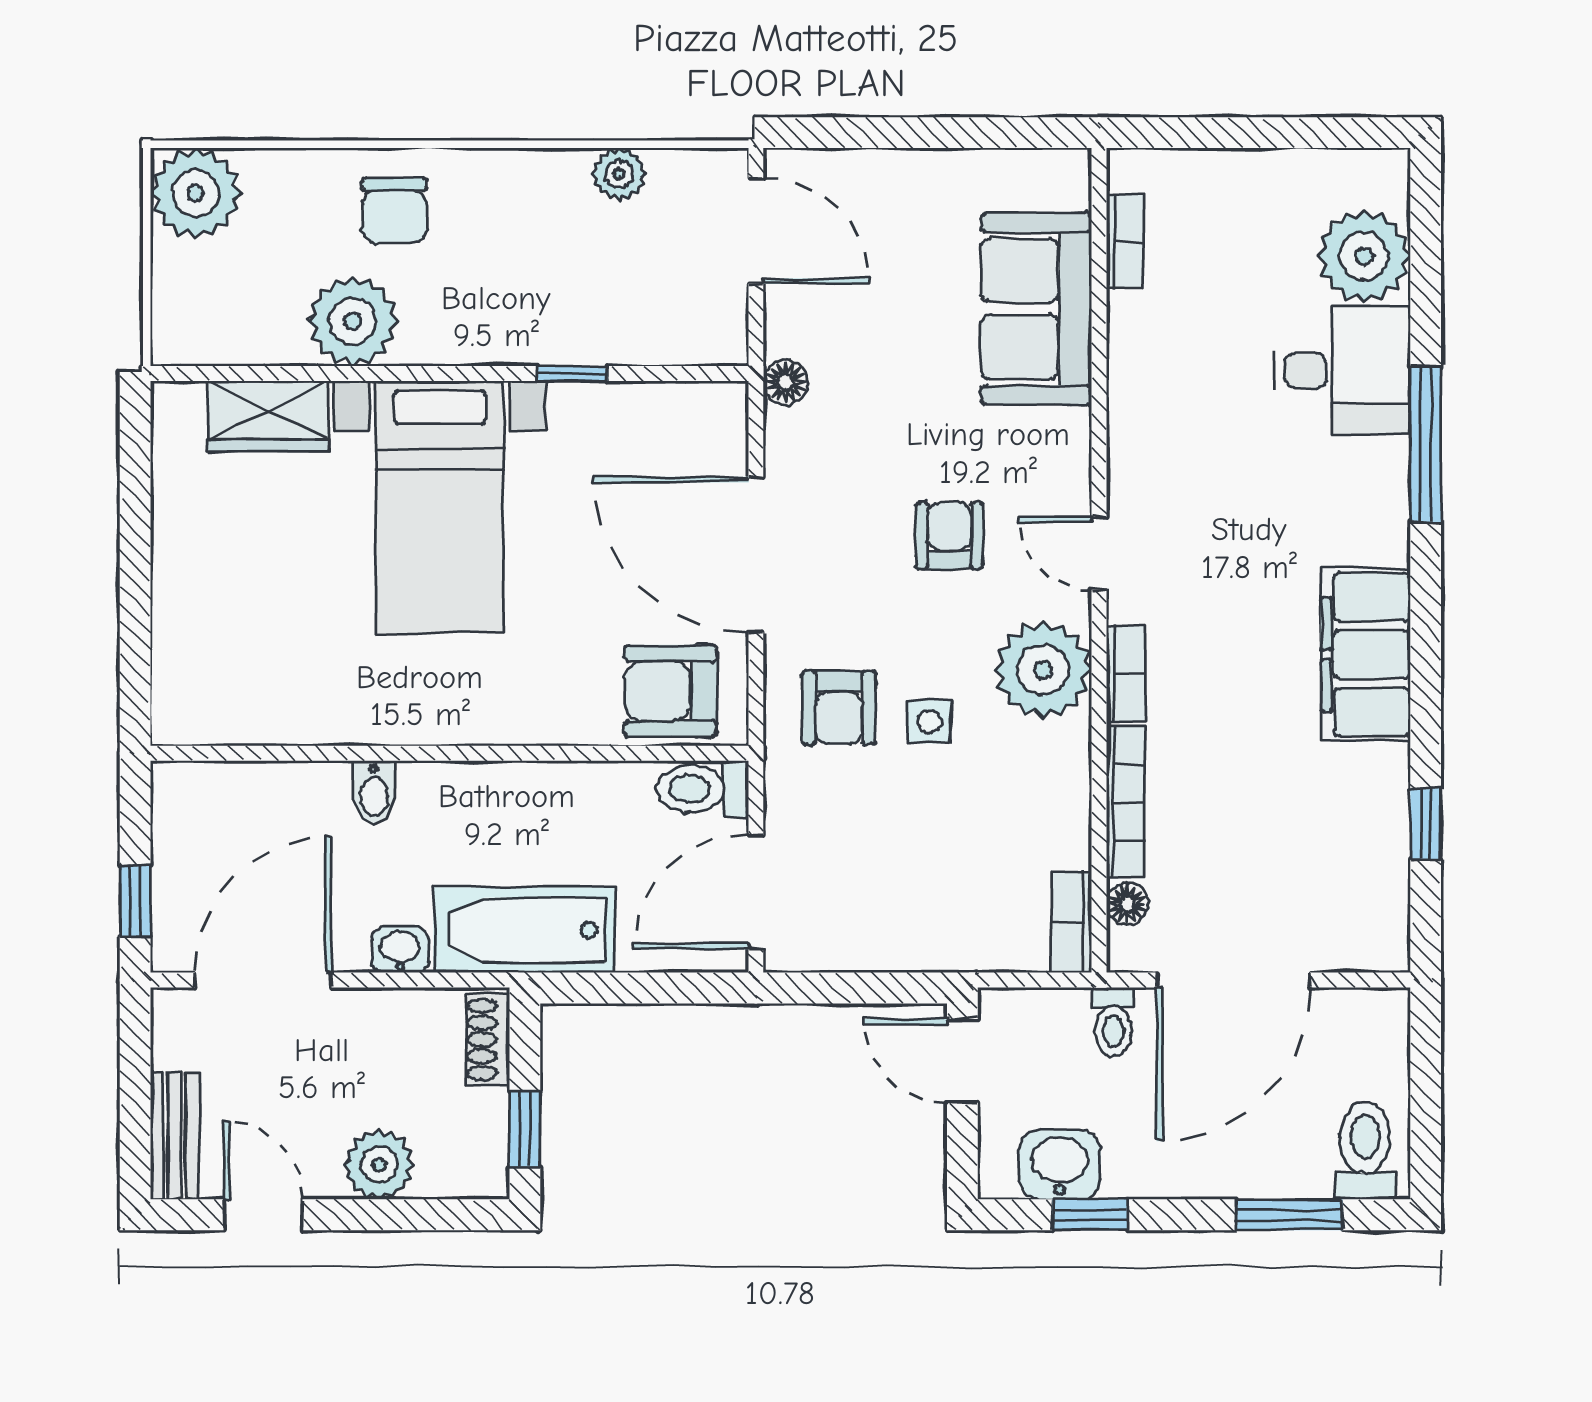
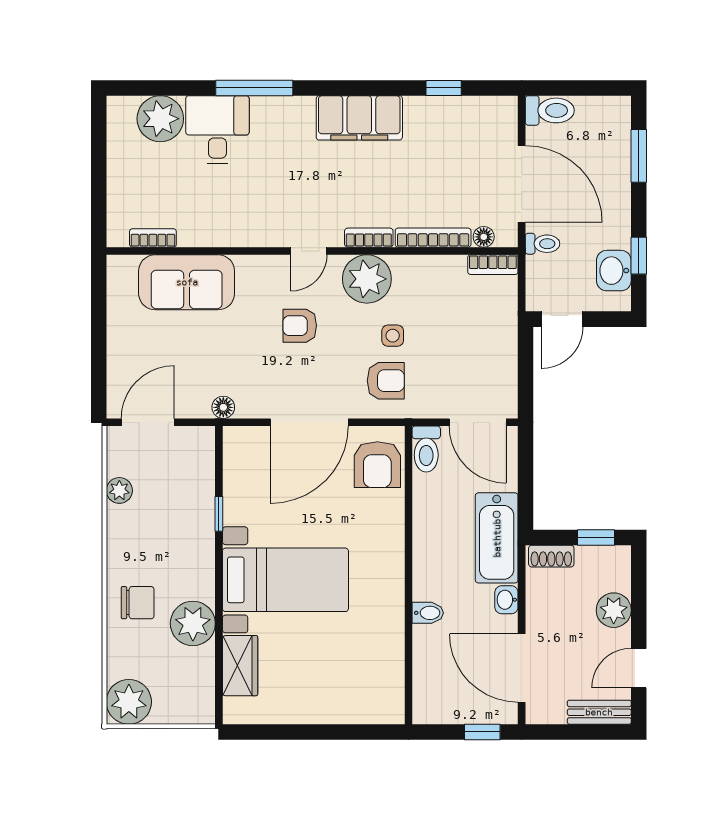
toilet: (1365, 1150) -> (550, 110), moved, turned 180

